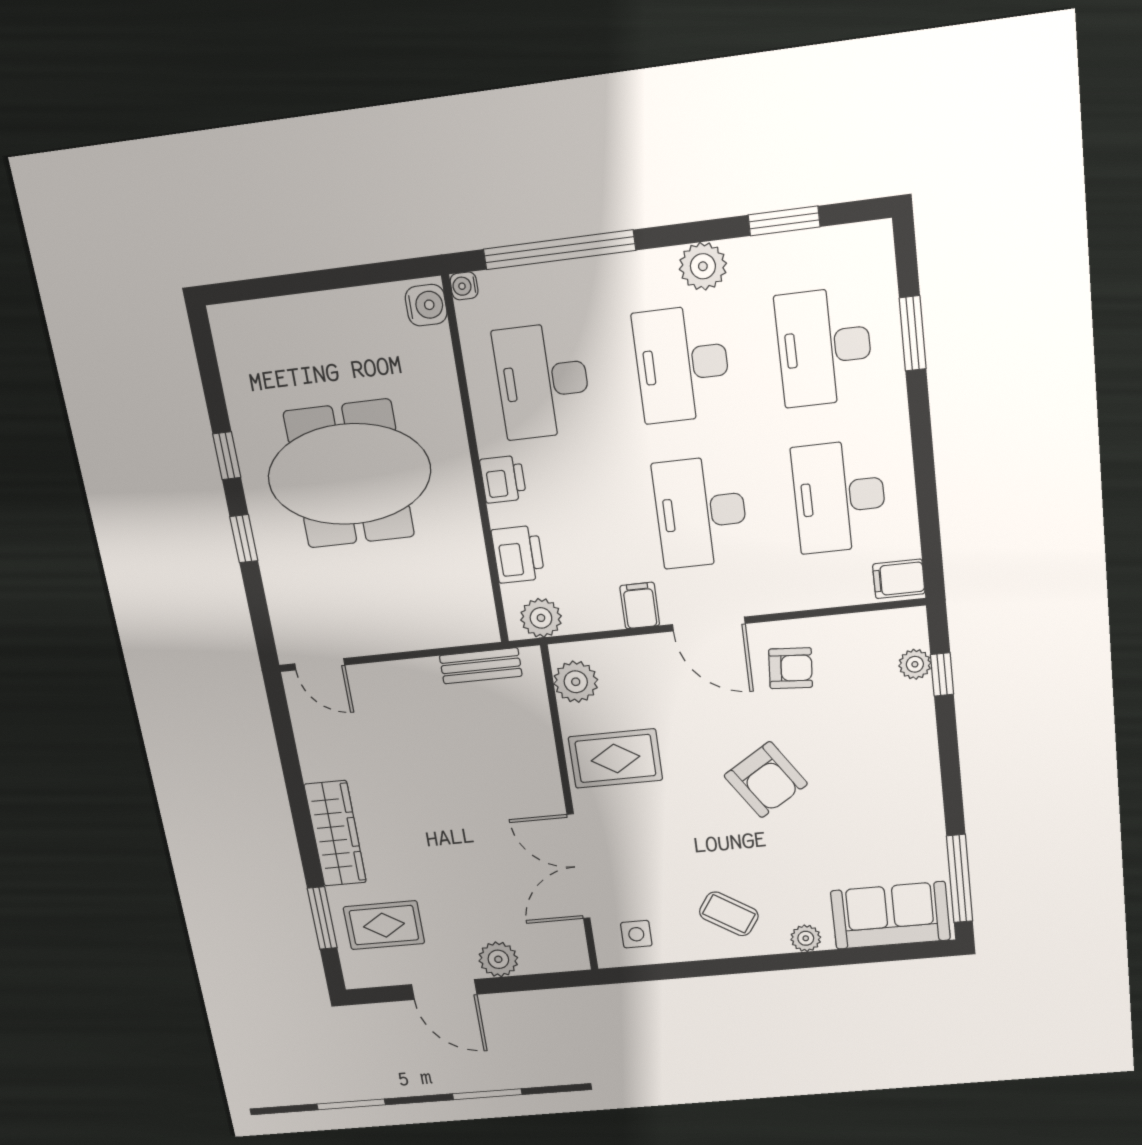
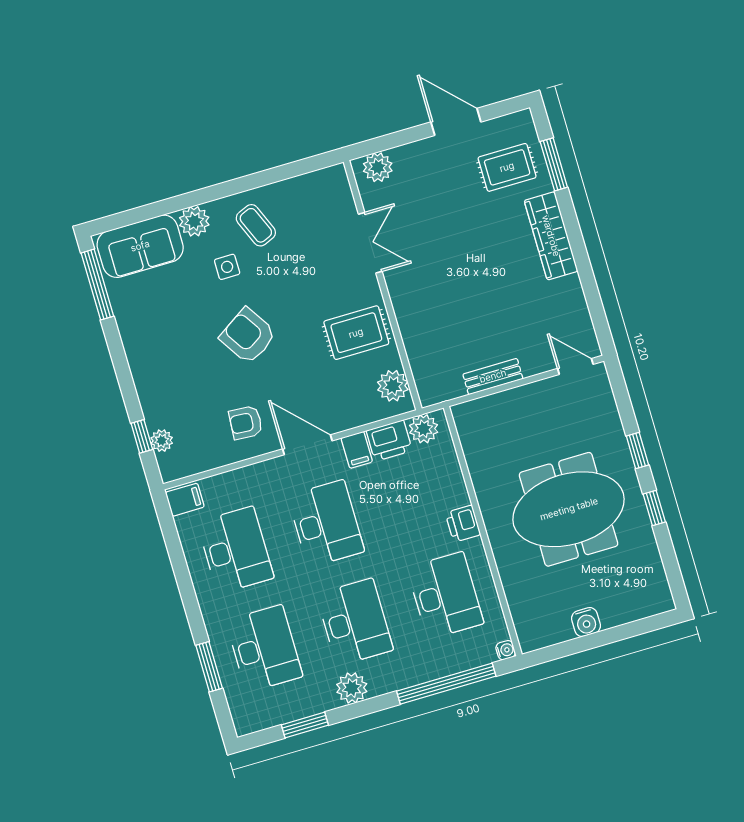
water cooler: (426, 305) -> (586, 622), moved, turned -90
printer: (518, 554) -> (389, 441), moved, turned -90
bench: (481, 666) -> (493, 376), moved
double door: (579, 867) -> (370, 243), width x0.73
coffee table: (729, 914) -> (256, 225), turned 34
side table: (636, 934) -> (227, 267), moved
plant: (806, 938) -> (194, 221), width x1.38, depth x1.38
plant: (498, 959) -> (378, 167), moved

